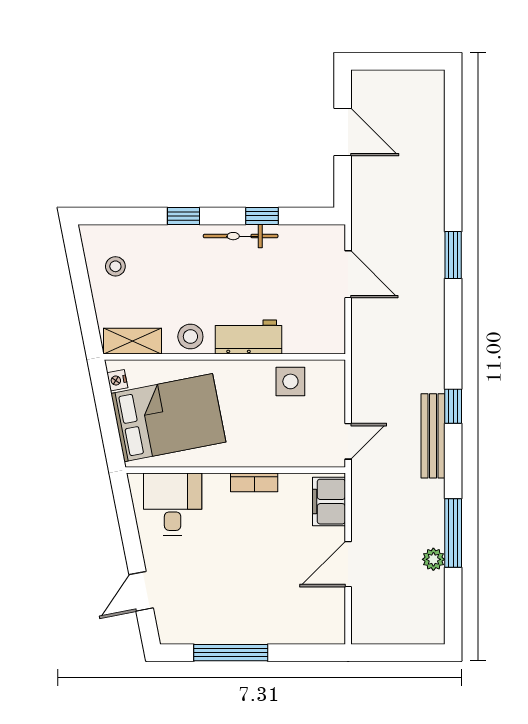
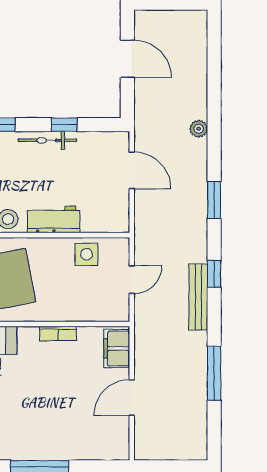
window: (453, 255) -> (214, 200), moved
door: (348, 441) -> (132, 280), moved
plant: (433, 559) -> (199, 129), moved

